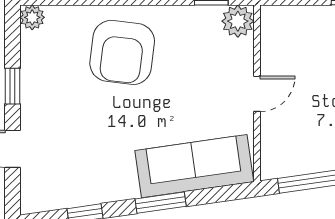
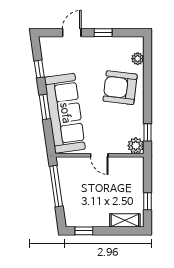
plant: (32, 17) -> (138, 59), moved
sofa: (194, 166) -> (65, 113), width x1.36, depth x1.27

